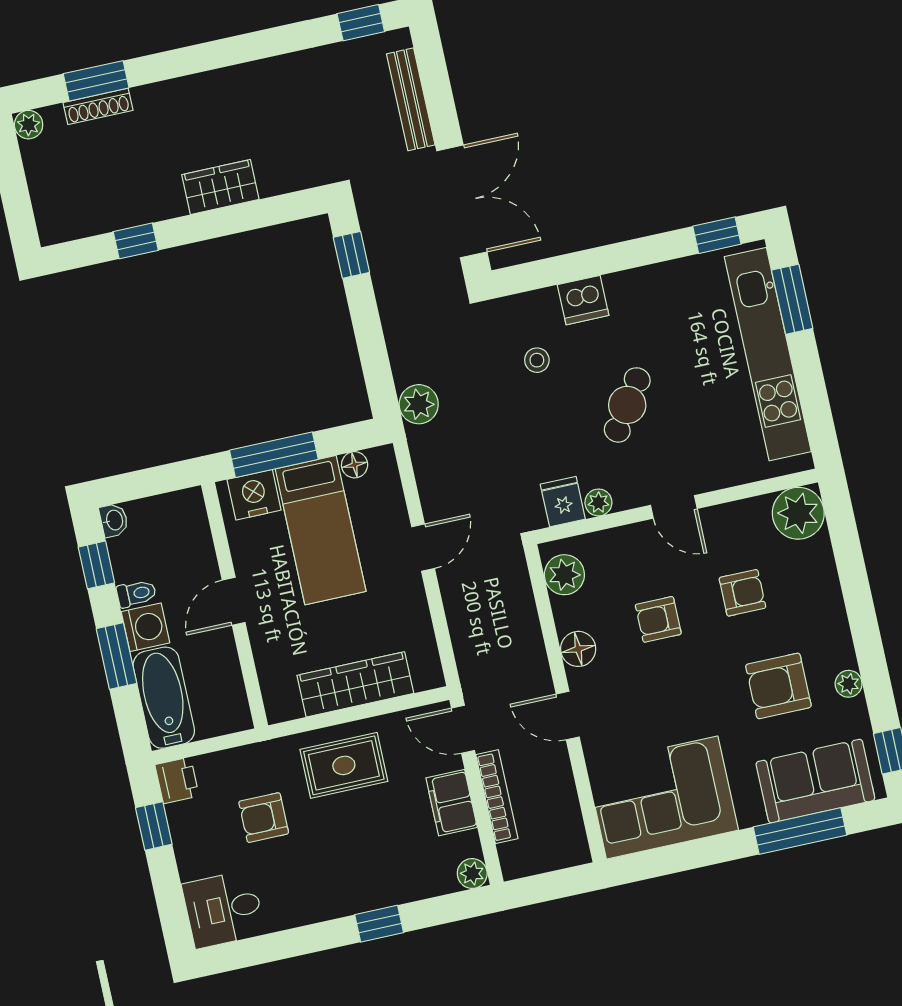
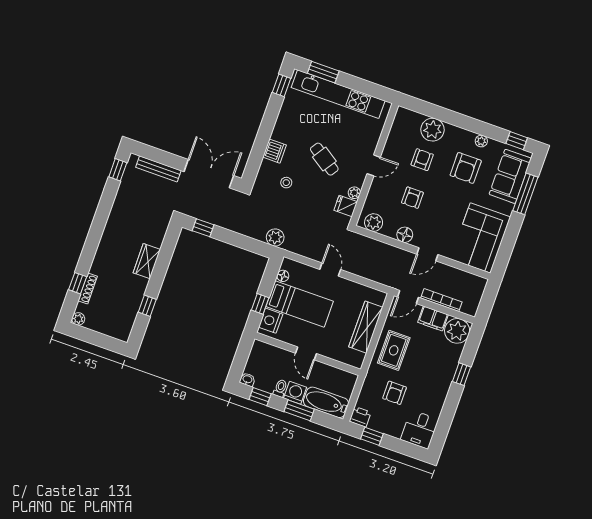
window: (96, 81) -> (78, 283), width x0.67
window: (274, 455) -> (260, 304), width x0.46
plant: (798, 513) -> (432, 130), moved
plant: (472, 873) -> (457, 331), width x1.88, depth x1.88

